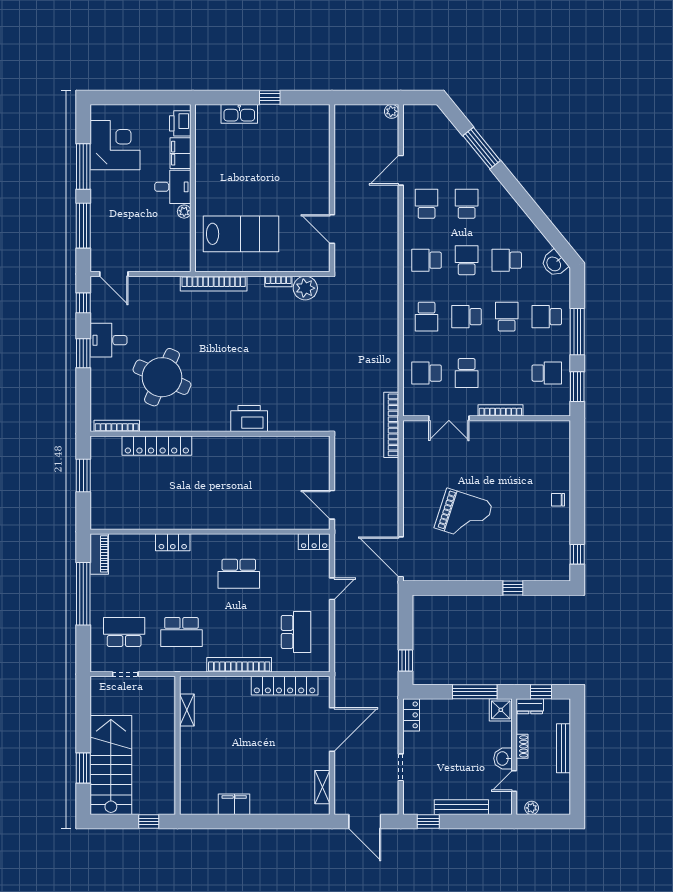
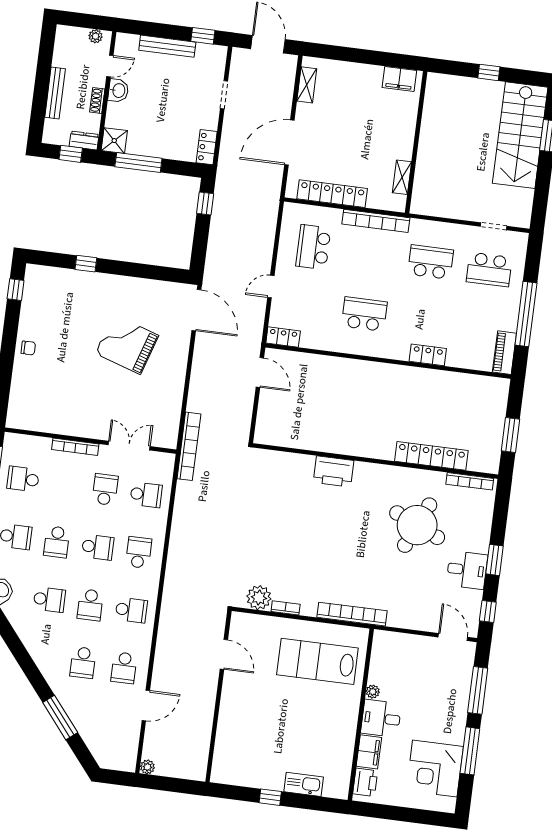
shelving: (187, 710) -> (402, 177), moved
wall: (177, 745) -> (416, 142), moved

